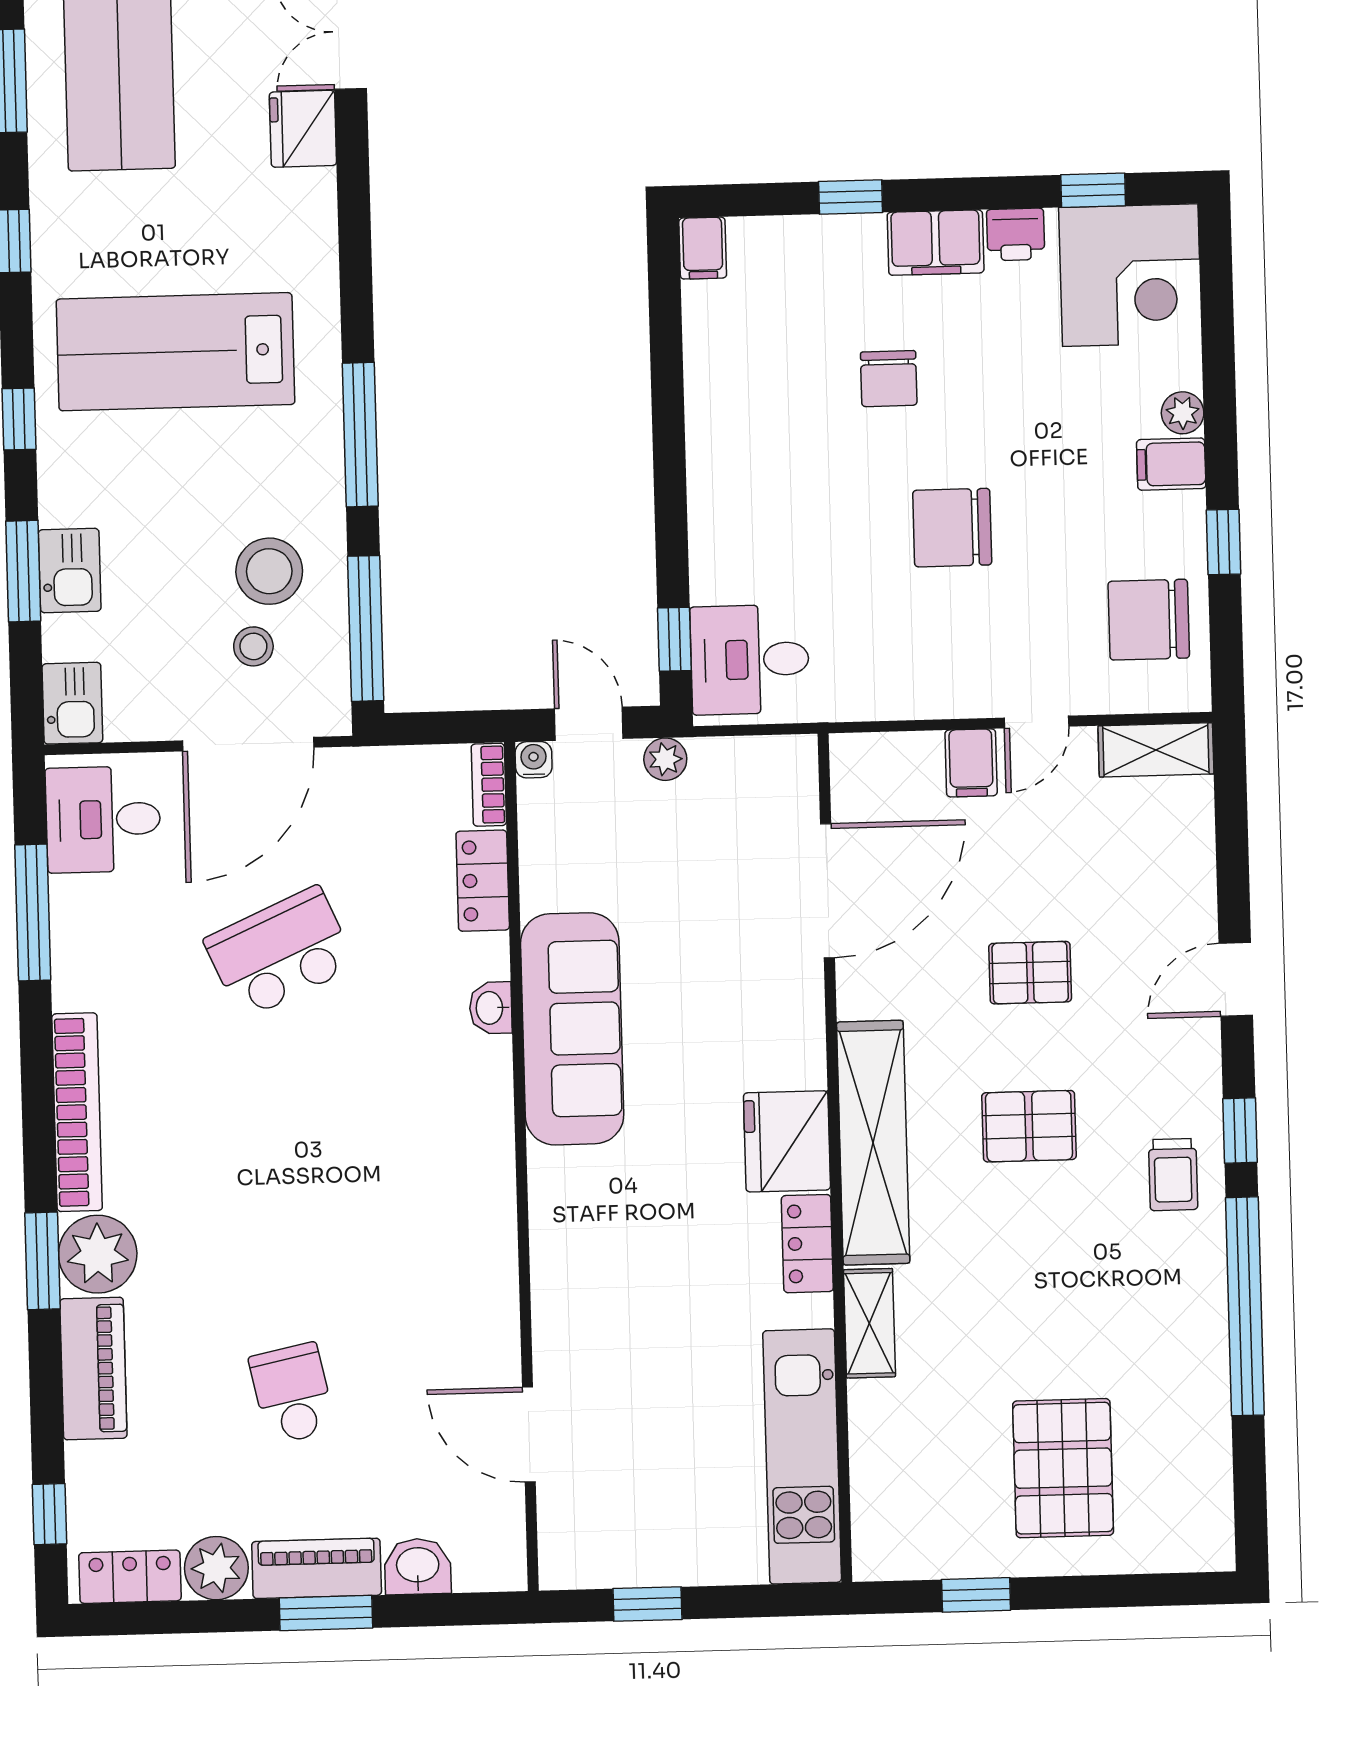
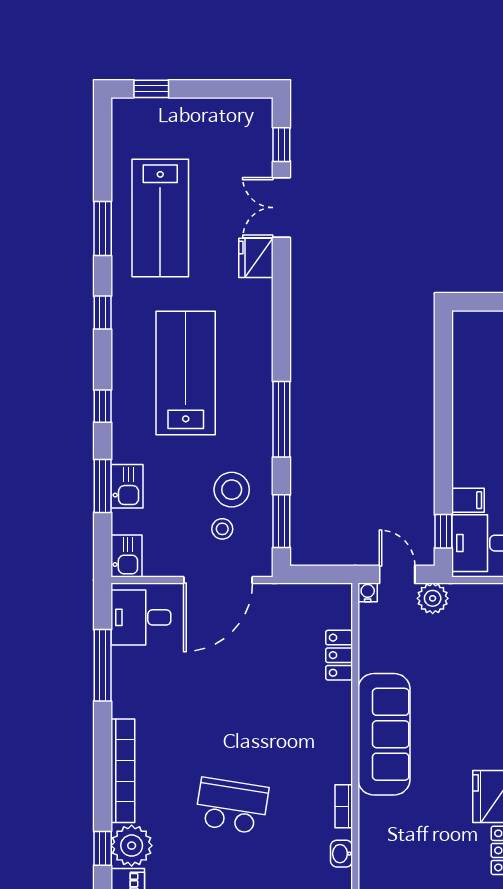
filing cabinet: (703, 248) -> (468, 500), moved, turned -90
lab bench: (175, 352) -> (186, 373), turned 90
window: (366, 628) -> (281, 521), width x0.69
plant: (665, 759) -> (433, 598), width x1.38, depth x1.38
bookcase: (489, 785) -> (344, 806), moved
school desk: (280, 953) -> (232, 806), moved, turned 33
washbasin: (491, 1008) -> (341, 854), moved
window: (42, 1261) -> (103, 848), width x0.67

